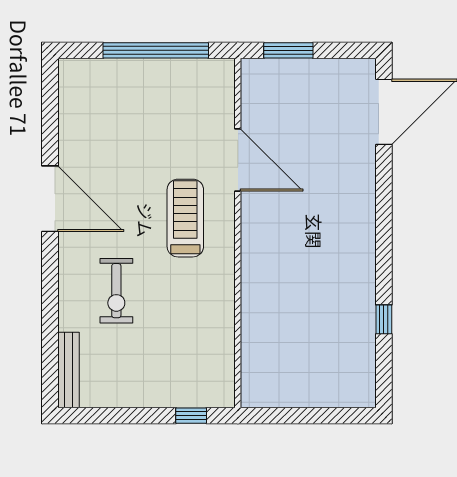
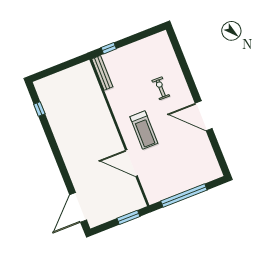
exercise bike: (116, 291) -> (161, 88), width x0.73, depth x0.72
window: (384, 319) -> (39, 109), moved
bench: (68, 370) -> (102, 73), moved

